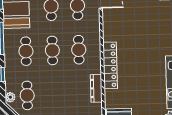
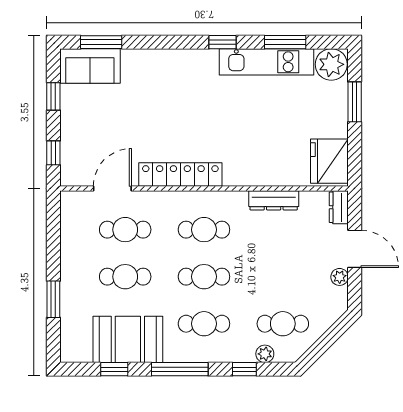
locker: (110, 65) -> (180, 175), moved
plant: (10, 97) -> (265, 354), moved

